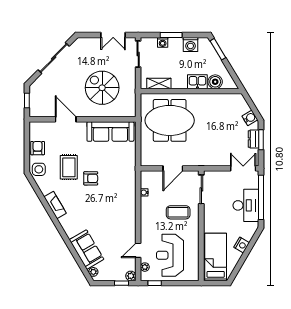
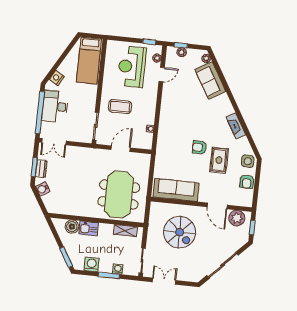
plant: (44, 109) -> (237, 218), added
meeting table: (170, 120) -> (119, 195), turned 90
nightstand: (242, 245) -> (57, 78), moved
reception desk: (170, 255) -> (132, 67), turned 180
plant: (131, 276) -> (182, 52), moved

